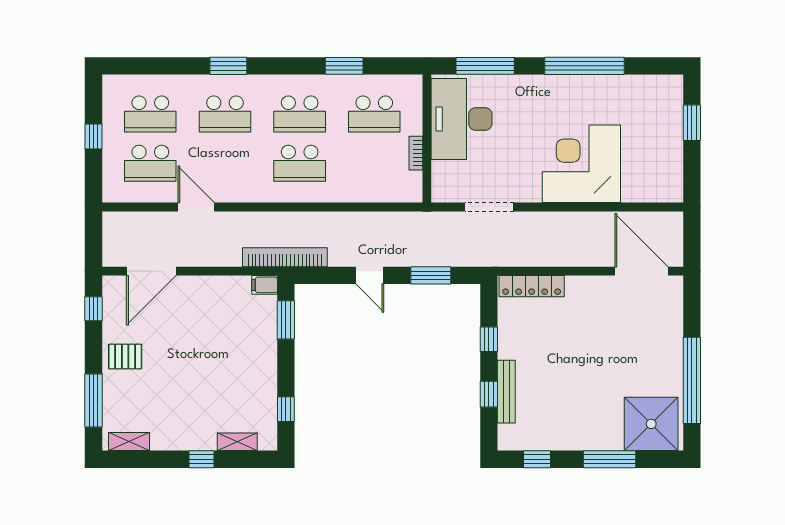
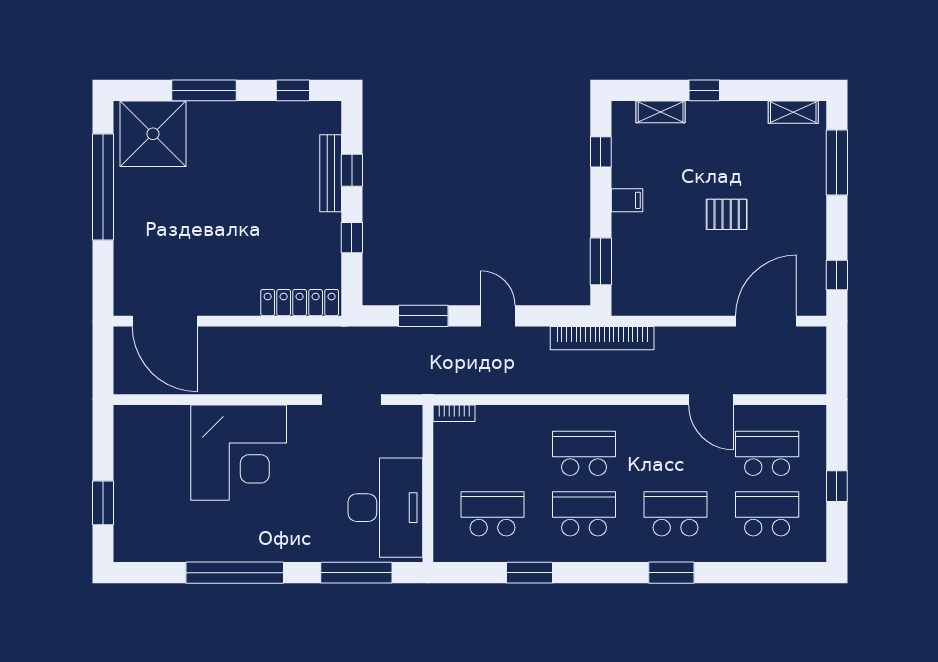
bookcase: (416, 153) -> (454, 413), moved, turned 90
filing cabinet: (265, 285) -> (627, 200), moved
pallet: (125, 357) -> (727, 214), moved

